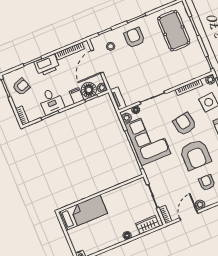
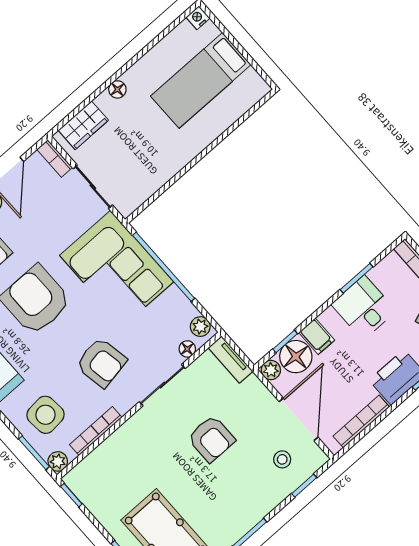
armchair: (134, 38) -> (211, 439), moved
armchair: (185, 124) -> (101, 363), moved
corner sofa: (148, 139) -> (117, 269), moved
bed: (83, 213) -> (201, 80), moved

